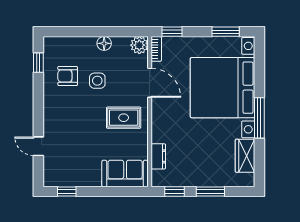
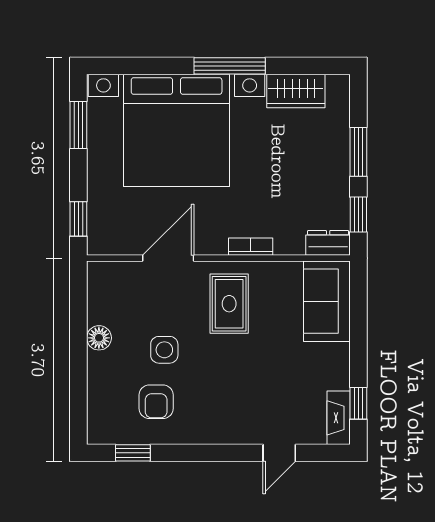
plant: (139, 45) -> (102, 276), removed
bookcase: (156, 49) -> (251, 247), moved
dresser: (158, 156) -> (328, 243), moved
fireplace: (58, 180) -> (339, 418), added

